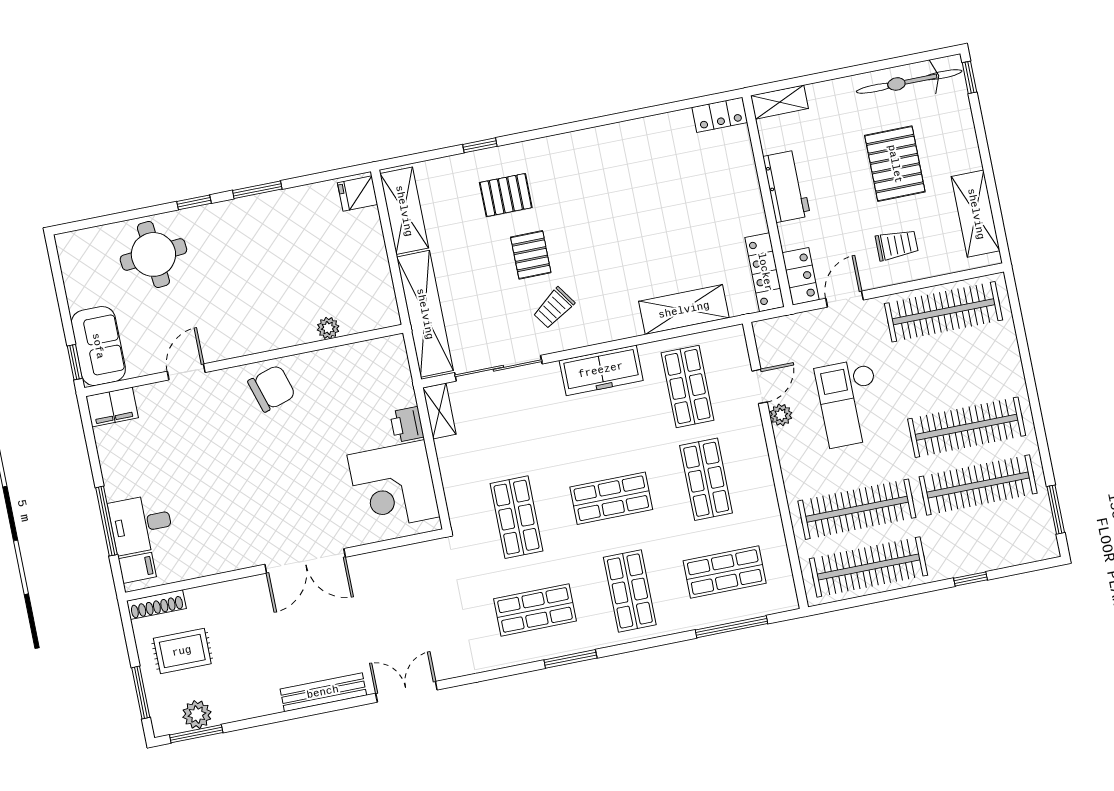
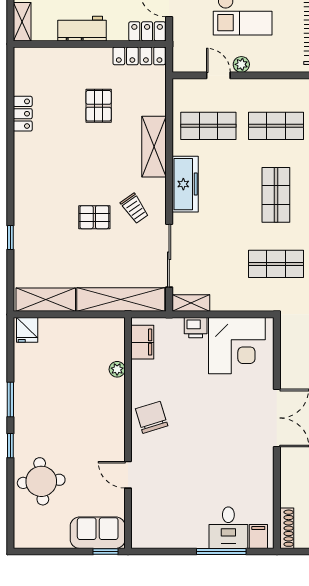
locker: (720, 115) -> (23, 114), moved
pallet: (506, 195) -> (99, 106), moved
shelving: (684, 310) -> (154, 147), moved
filing cabinet: (112, 407) -> (142, 342), moved

